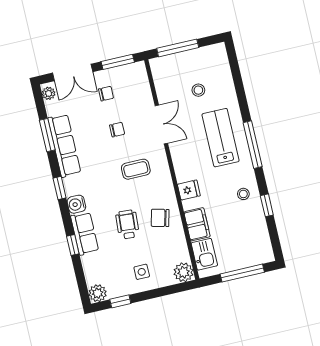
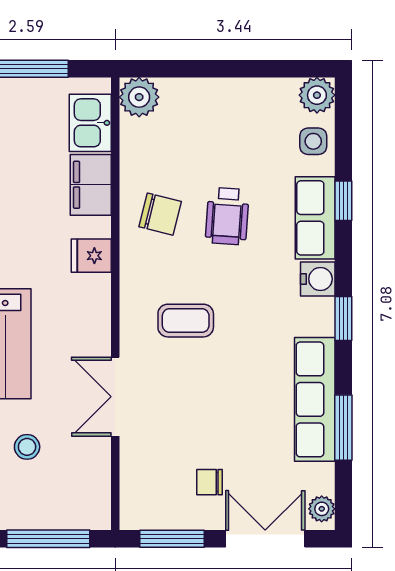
chair: (117, 130) -> (204, 407), removed
side table: (142, 272) -> (313, 141), moved
window: (120, 301) -> (276, 69), removed

